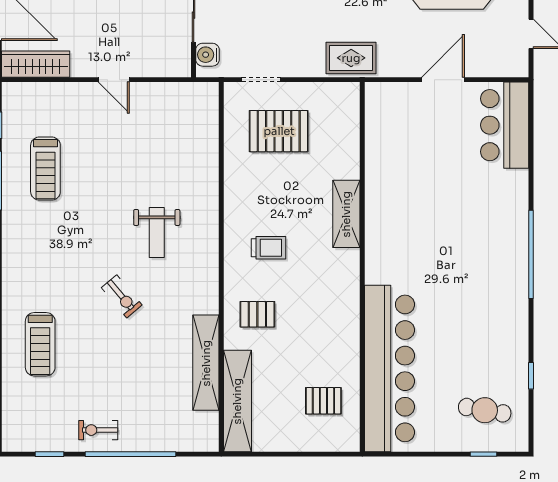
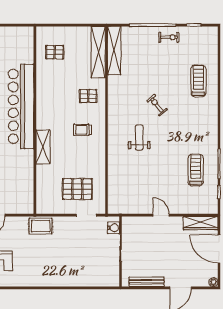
shelving: (206, 363) -> (114, 50), moved
bar counter: (390, 368) -> (21, 106), moved

